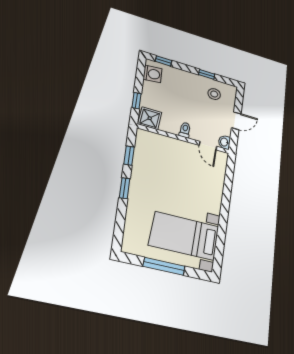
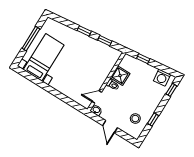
shower: (150, 118) -> (120, 76), moved

